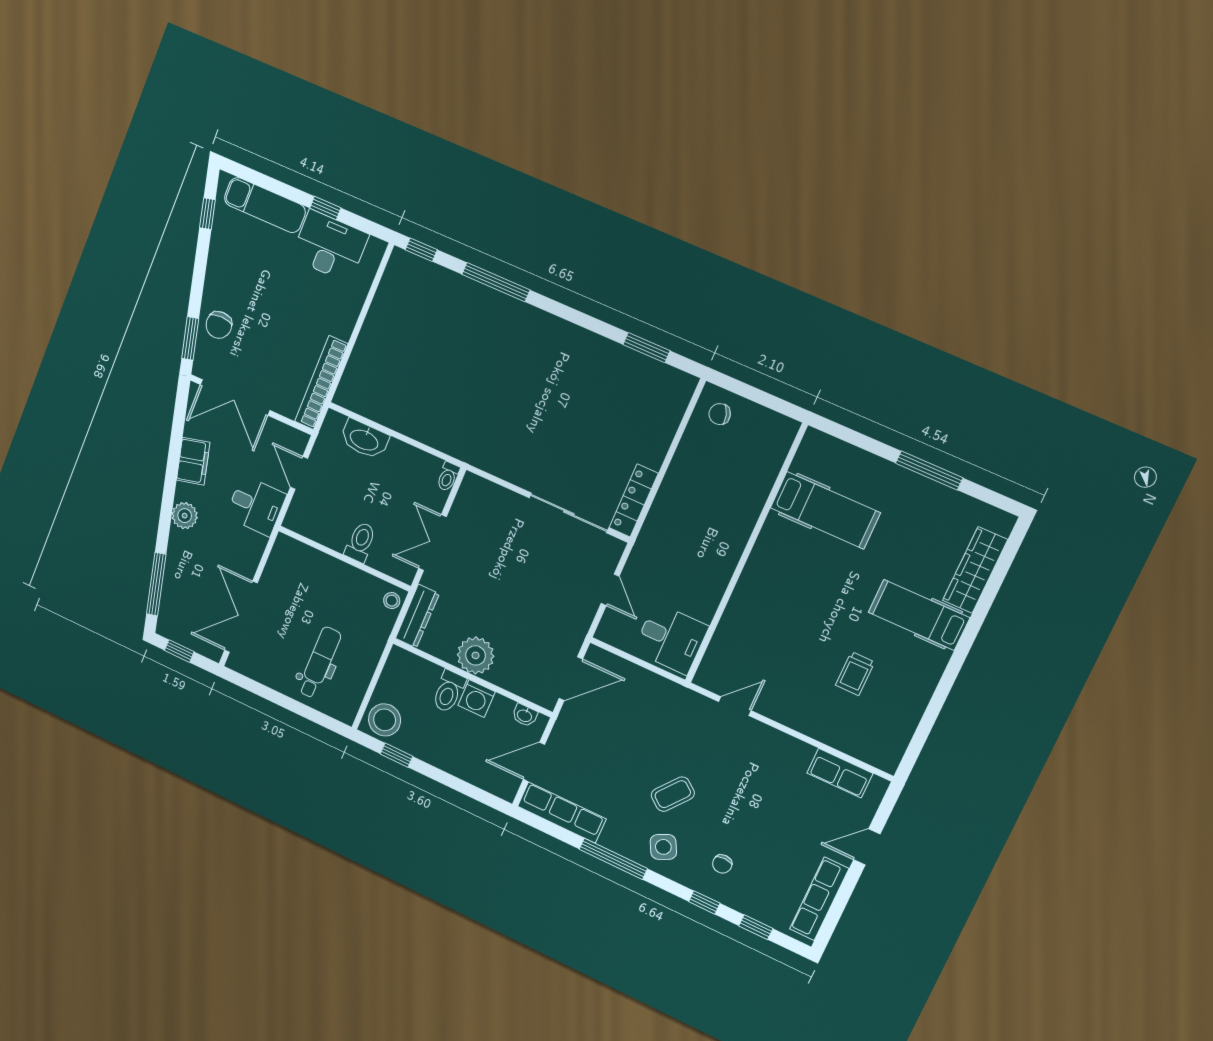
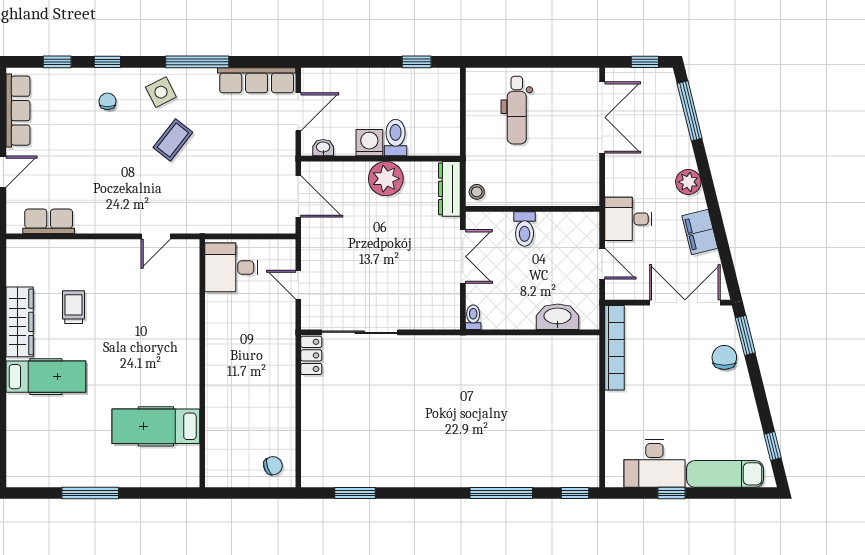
locker: (634, 500) -> (311, 355), width x0.66
wardrobe: (975, 570) -> (20, 322), moved
door: (571, 679) -> (298, 196), swing flipped
stool: (385, 720) -> (440, 87), removed

